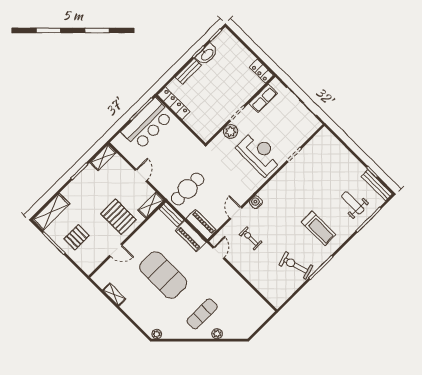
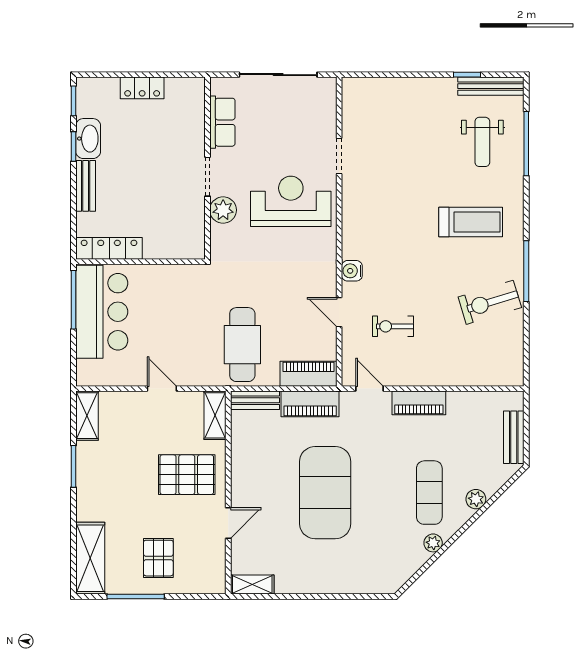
locker: (261, 71) -> (142, 88), moved
weight bench: (353, 203) -> (482, 142), turned -90
exercise mat: (163, 275) -> (325, 493), turned 90
piano: (232, 277) -> (419, 403), added
shelving: (114, 295) -> (252, 585), moved
bench: (254, 325) -> (514, 437), added
plant: (157, 334) -> (433, 543), moved

